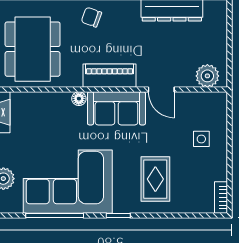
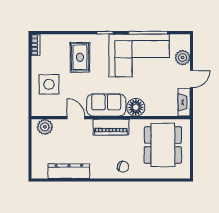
floor lamp: (79, 99) -> (136, 107), width x1.89, depth x1.89
side table: (201, 139) -> (49, 84), width x1.87, depth x1.87

